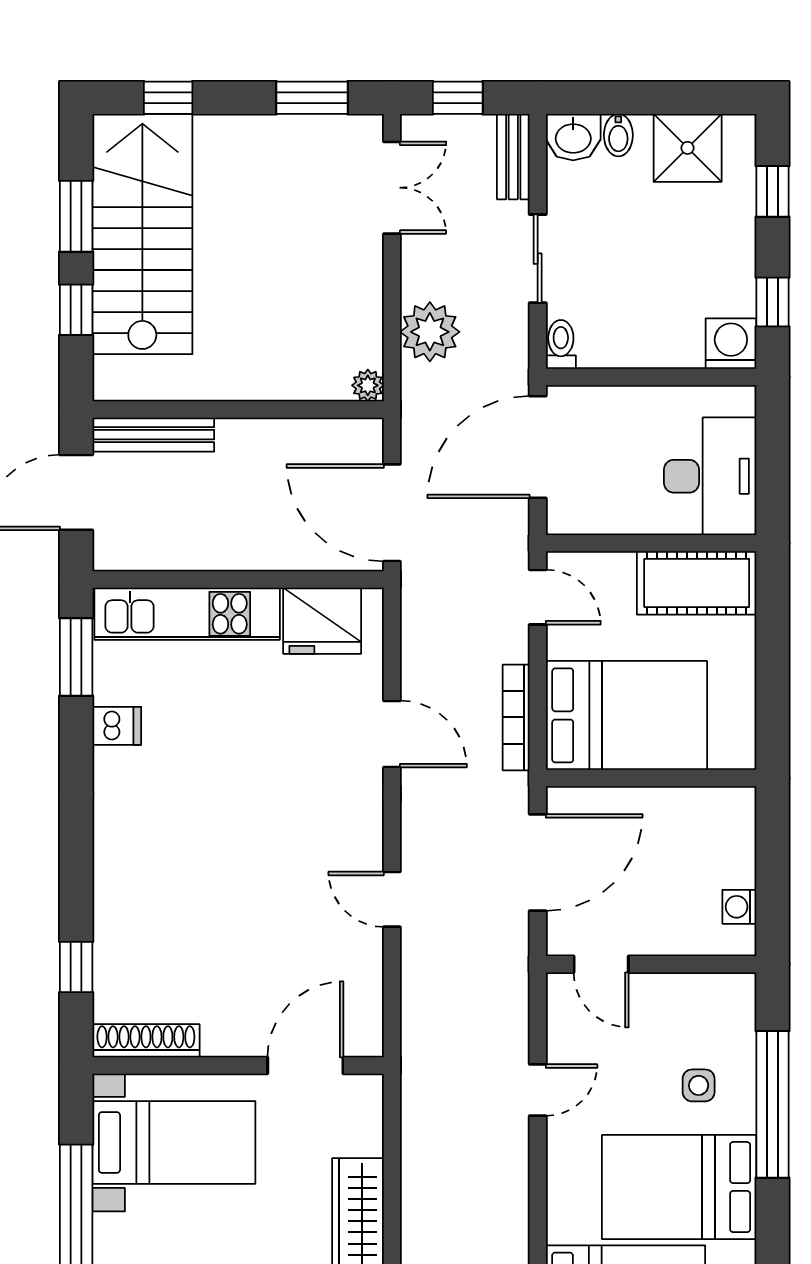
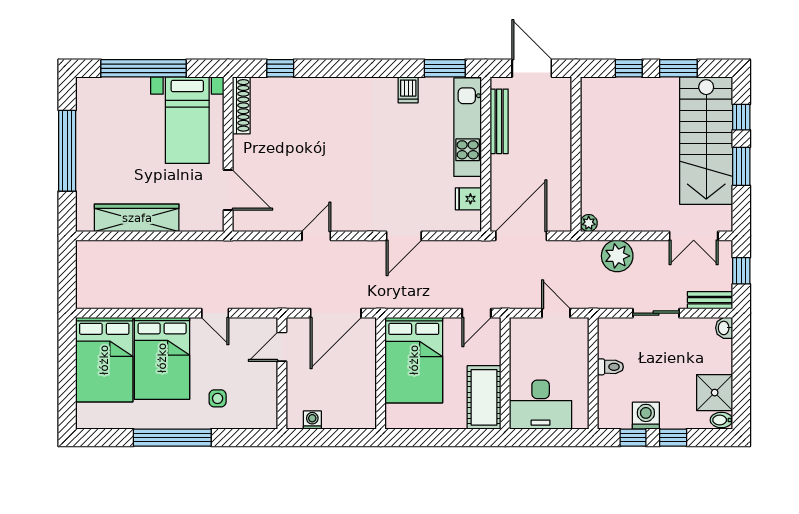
window: (312, 98) -> (741, 166), moved
bidet: (618, 135) -> (721, 420), moved
washbasin: (573, 137) -> (724, 328), width x0.72, depth x0.69
window: (773, 191) -> (673, 438), moved
stairs: (142, 234) -> (706, 141), moved, turned 90
washing machine: (731, 344) -> (646, 416), moved, turned -90
toilet: (561, 345) -> (610, 367), moved
bench: (153, 435) -> (499, 121), moved
door: (538, 447) -> (556, 313), width x0.53
fridge: (322, 621) -> (468, 199), width x0.53, depth x0.75
bookcase: (516, 717) -> (413, 302), removed
door: (538, 862) -> (336, 313), hinge flipped
window: (773, 1104) -> (172, 438), moved
bed: (679, 1187) -> (162, 358), moved, turned 180

